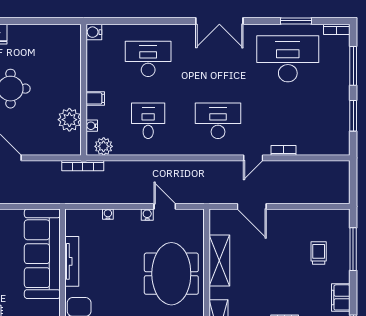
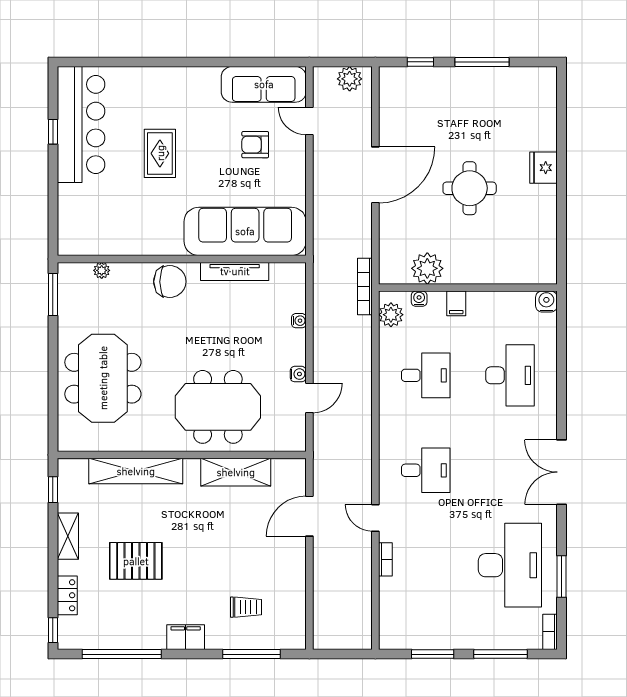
desk: (218, 121) -> (426, 470), width x0.73

